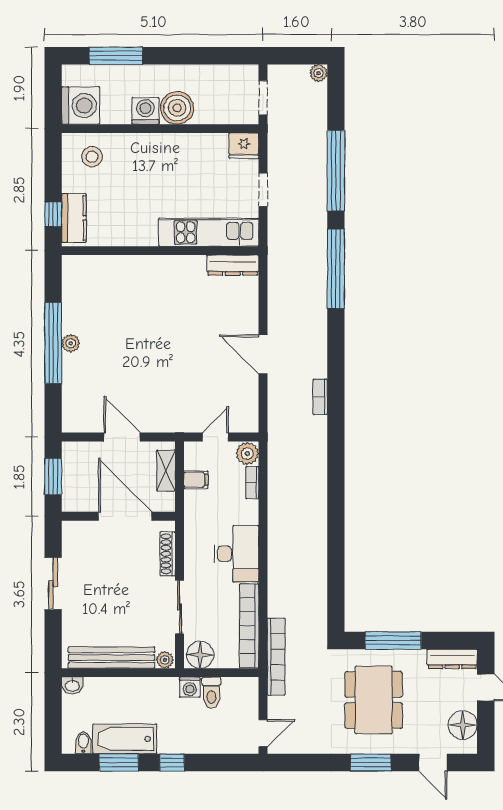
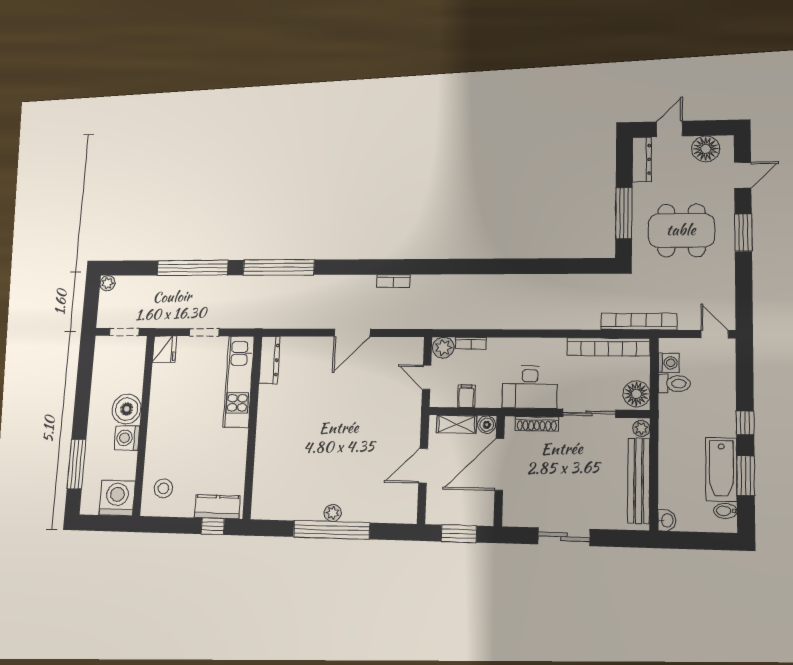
boiler: (166, 502) -> (487, 425), added
desk: (237, 554) -> (530, 387), moved, turned 180
washing machine: (190, 687) -> (669, 363), moved

